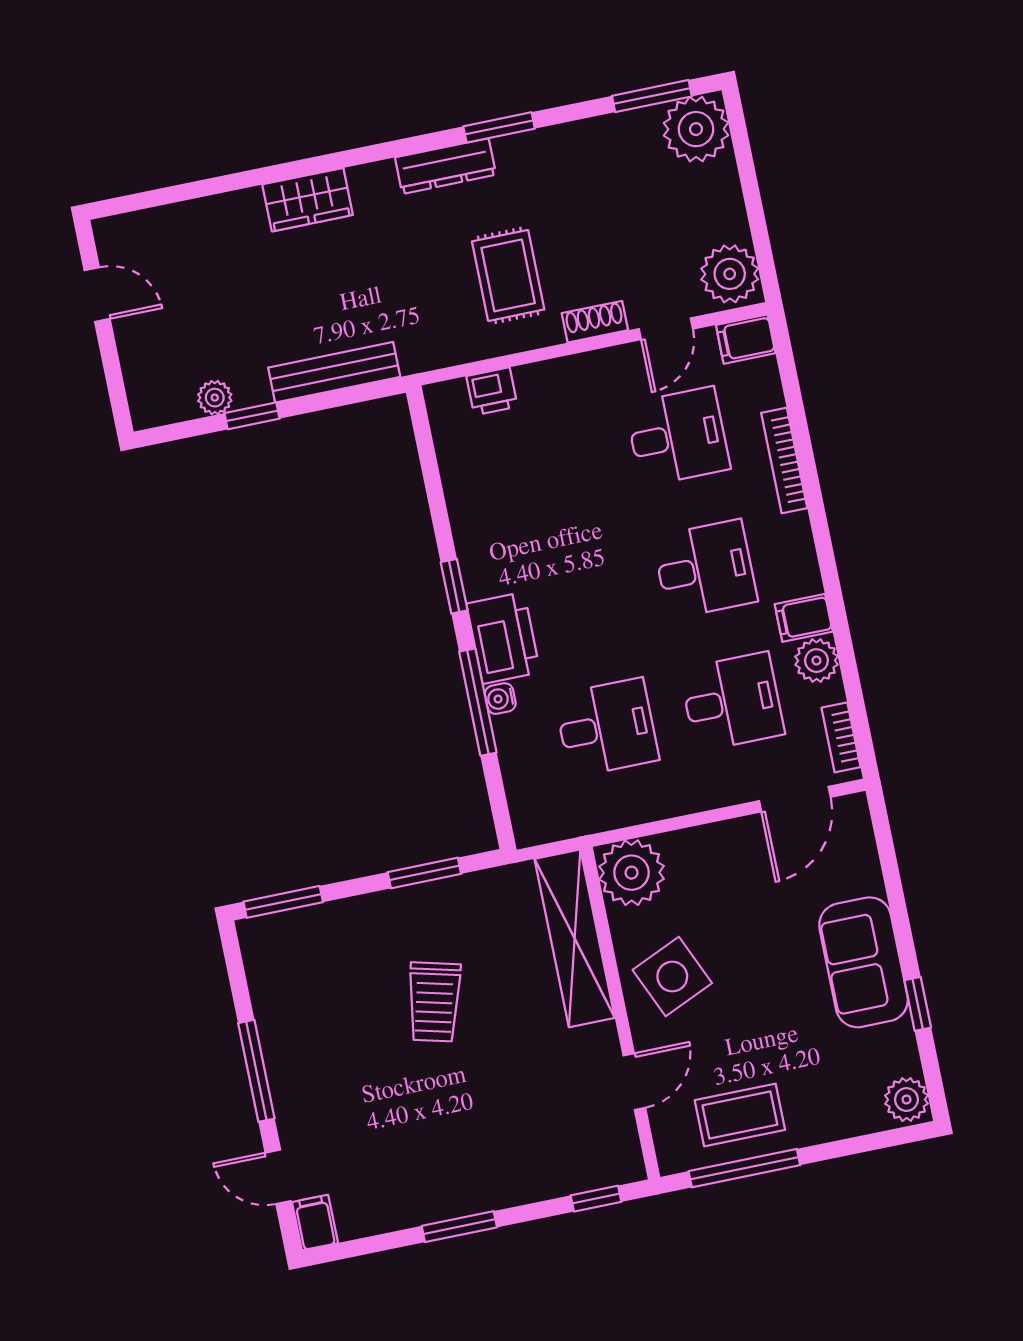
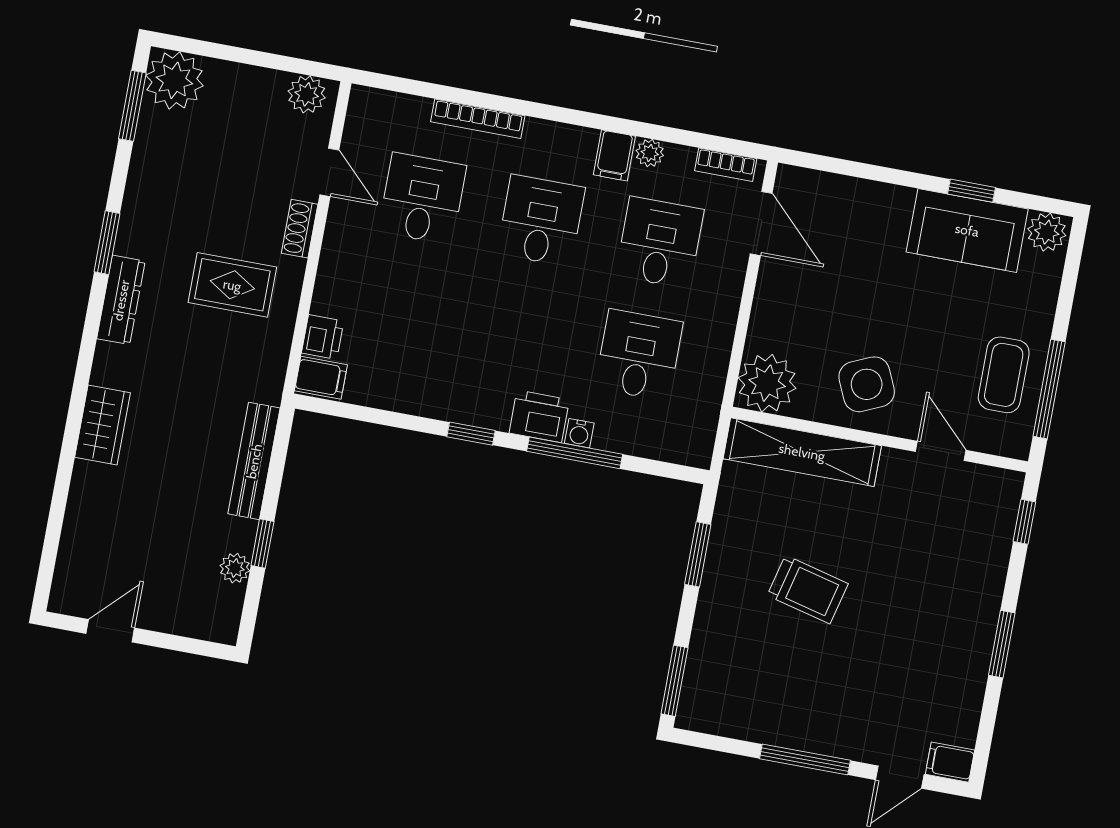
plant: (730, 274) -> (307, 94), width x0.73, depth x0.73
filing cabinet: (746, 339) -> (321, 378), moved, turned -90
printer: (503, 638) -> (539, 416), width x0.73, depth x0.84
plant: (816, 661) -> (650, 153), width x0.73, depth x0.73
sofa: (864, 962) -> (967, 230), moved

